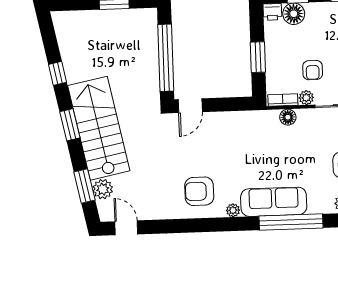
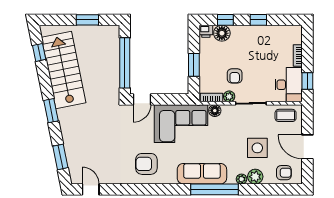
window: (57, 73) -> (39, 52), moved
stairs: (99, 128) -> (64, 70), moved
corner sofa: (243, 136) -> (181, 124), added
plant: (103, 189) -> (74, 160), removed
plant: (233, 210) -> (242, 179), moved

